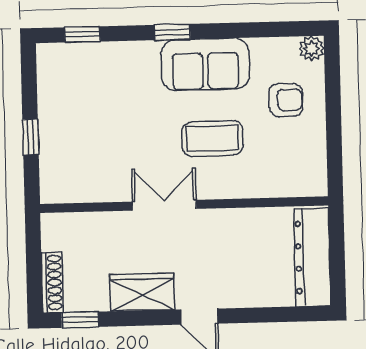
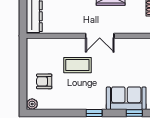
sofa: (205, 64) -> (126, 98), moved

